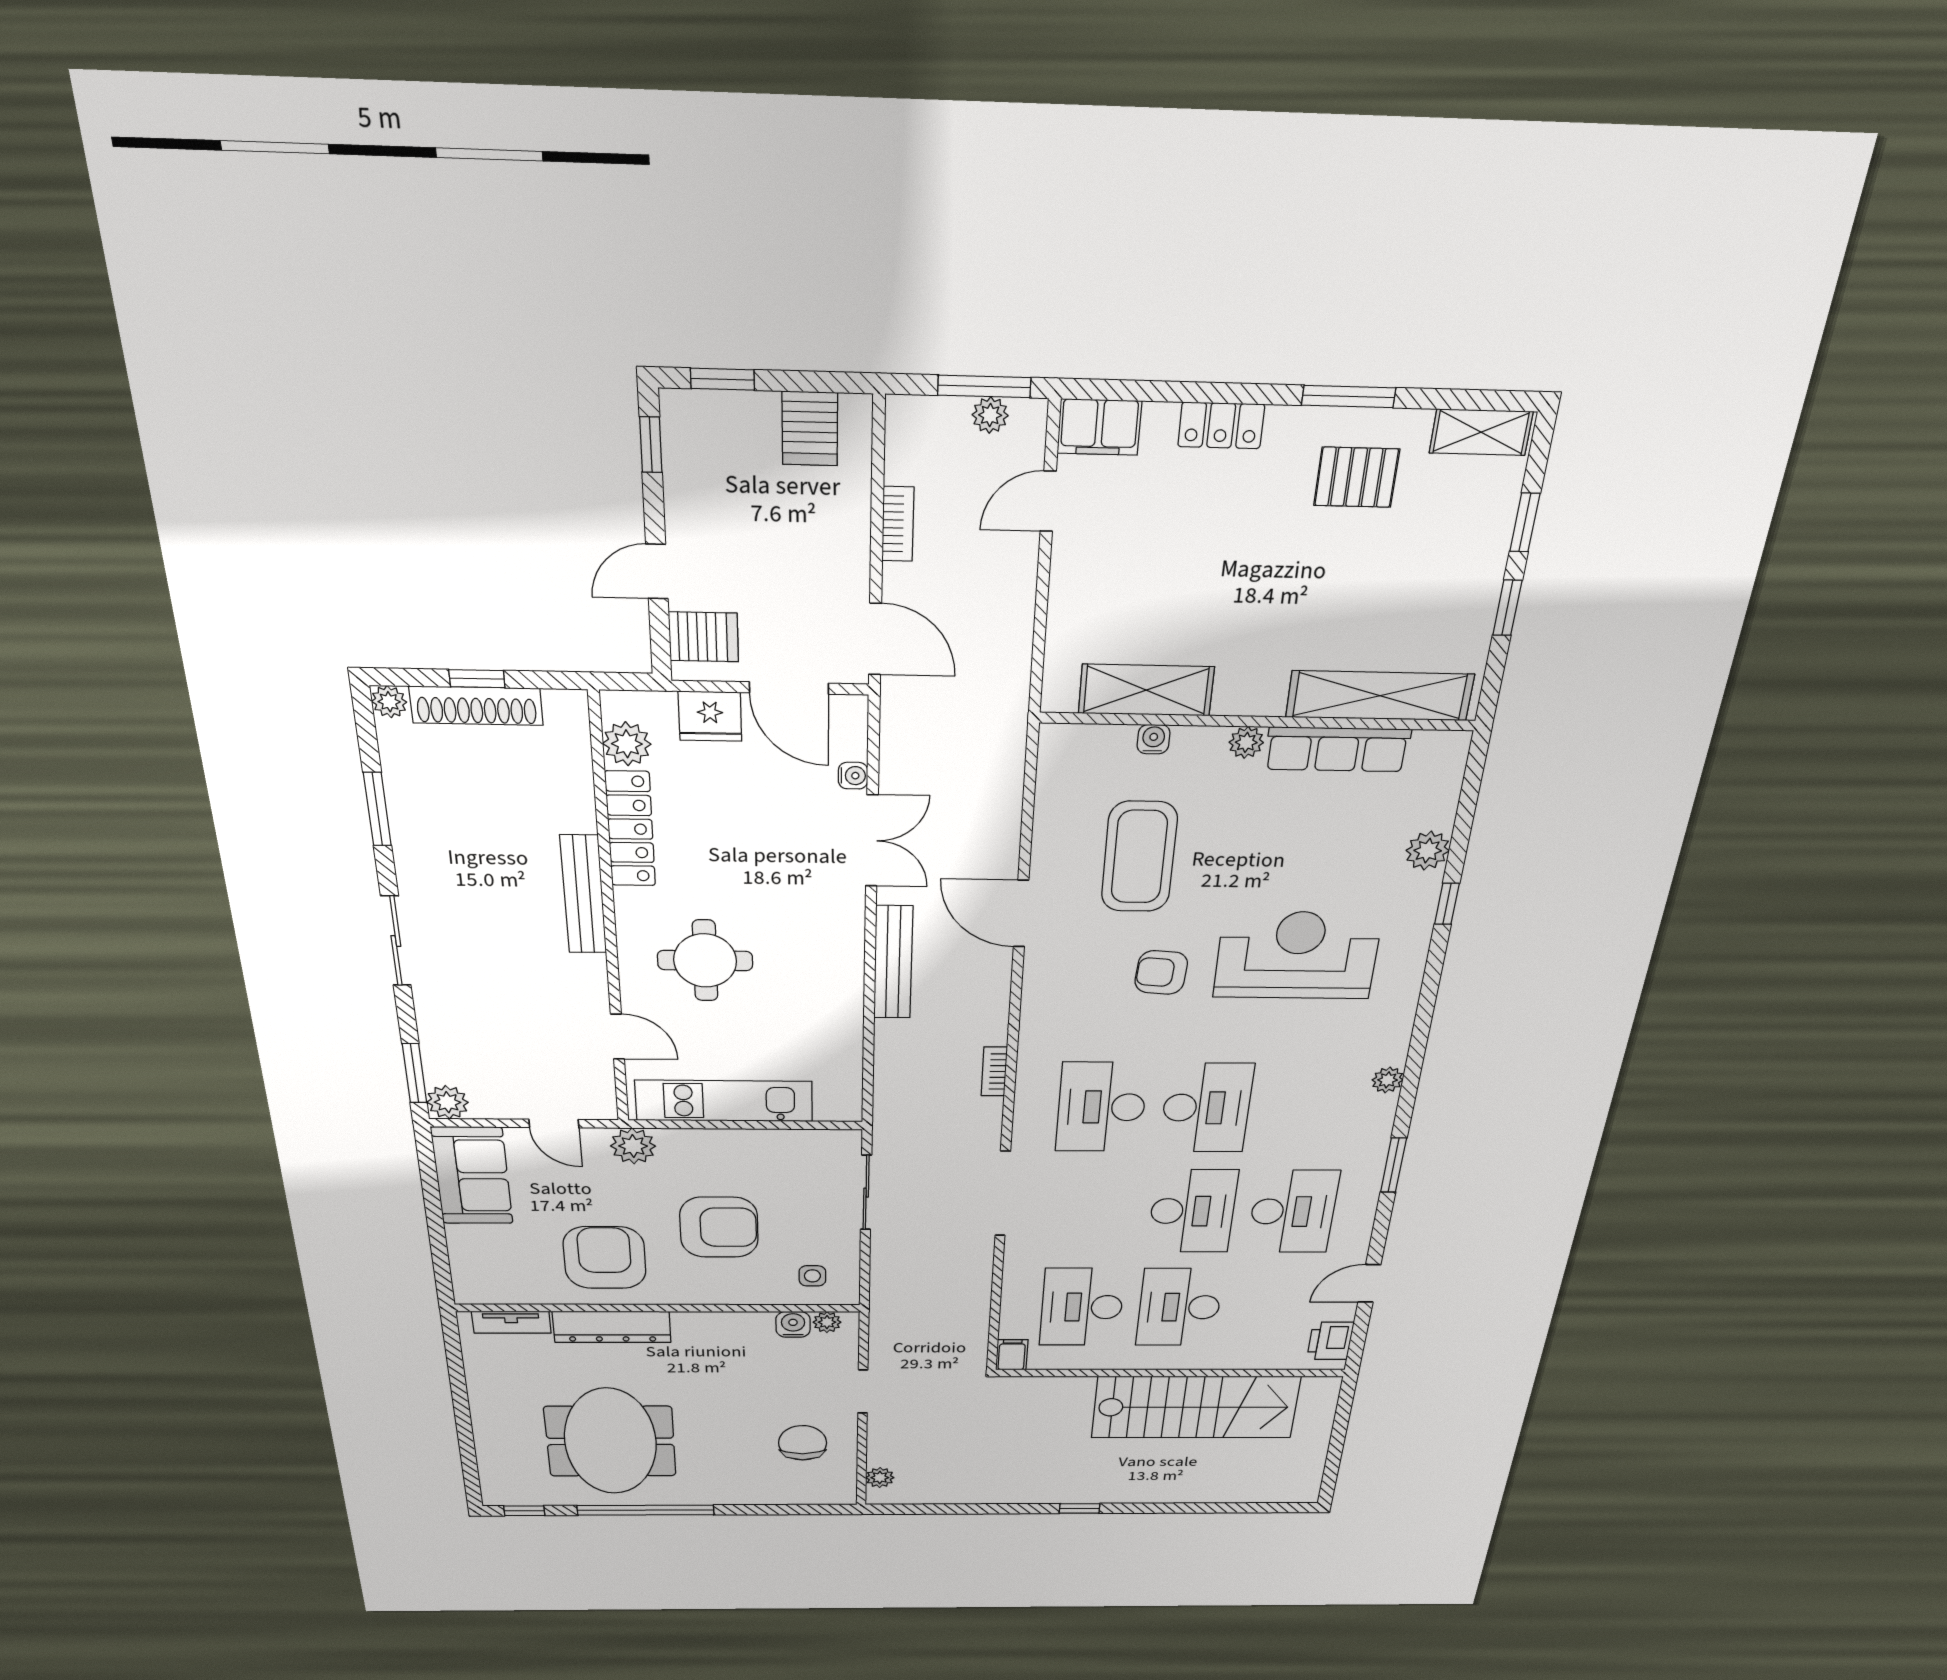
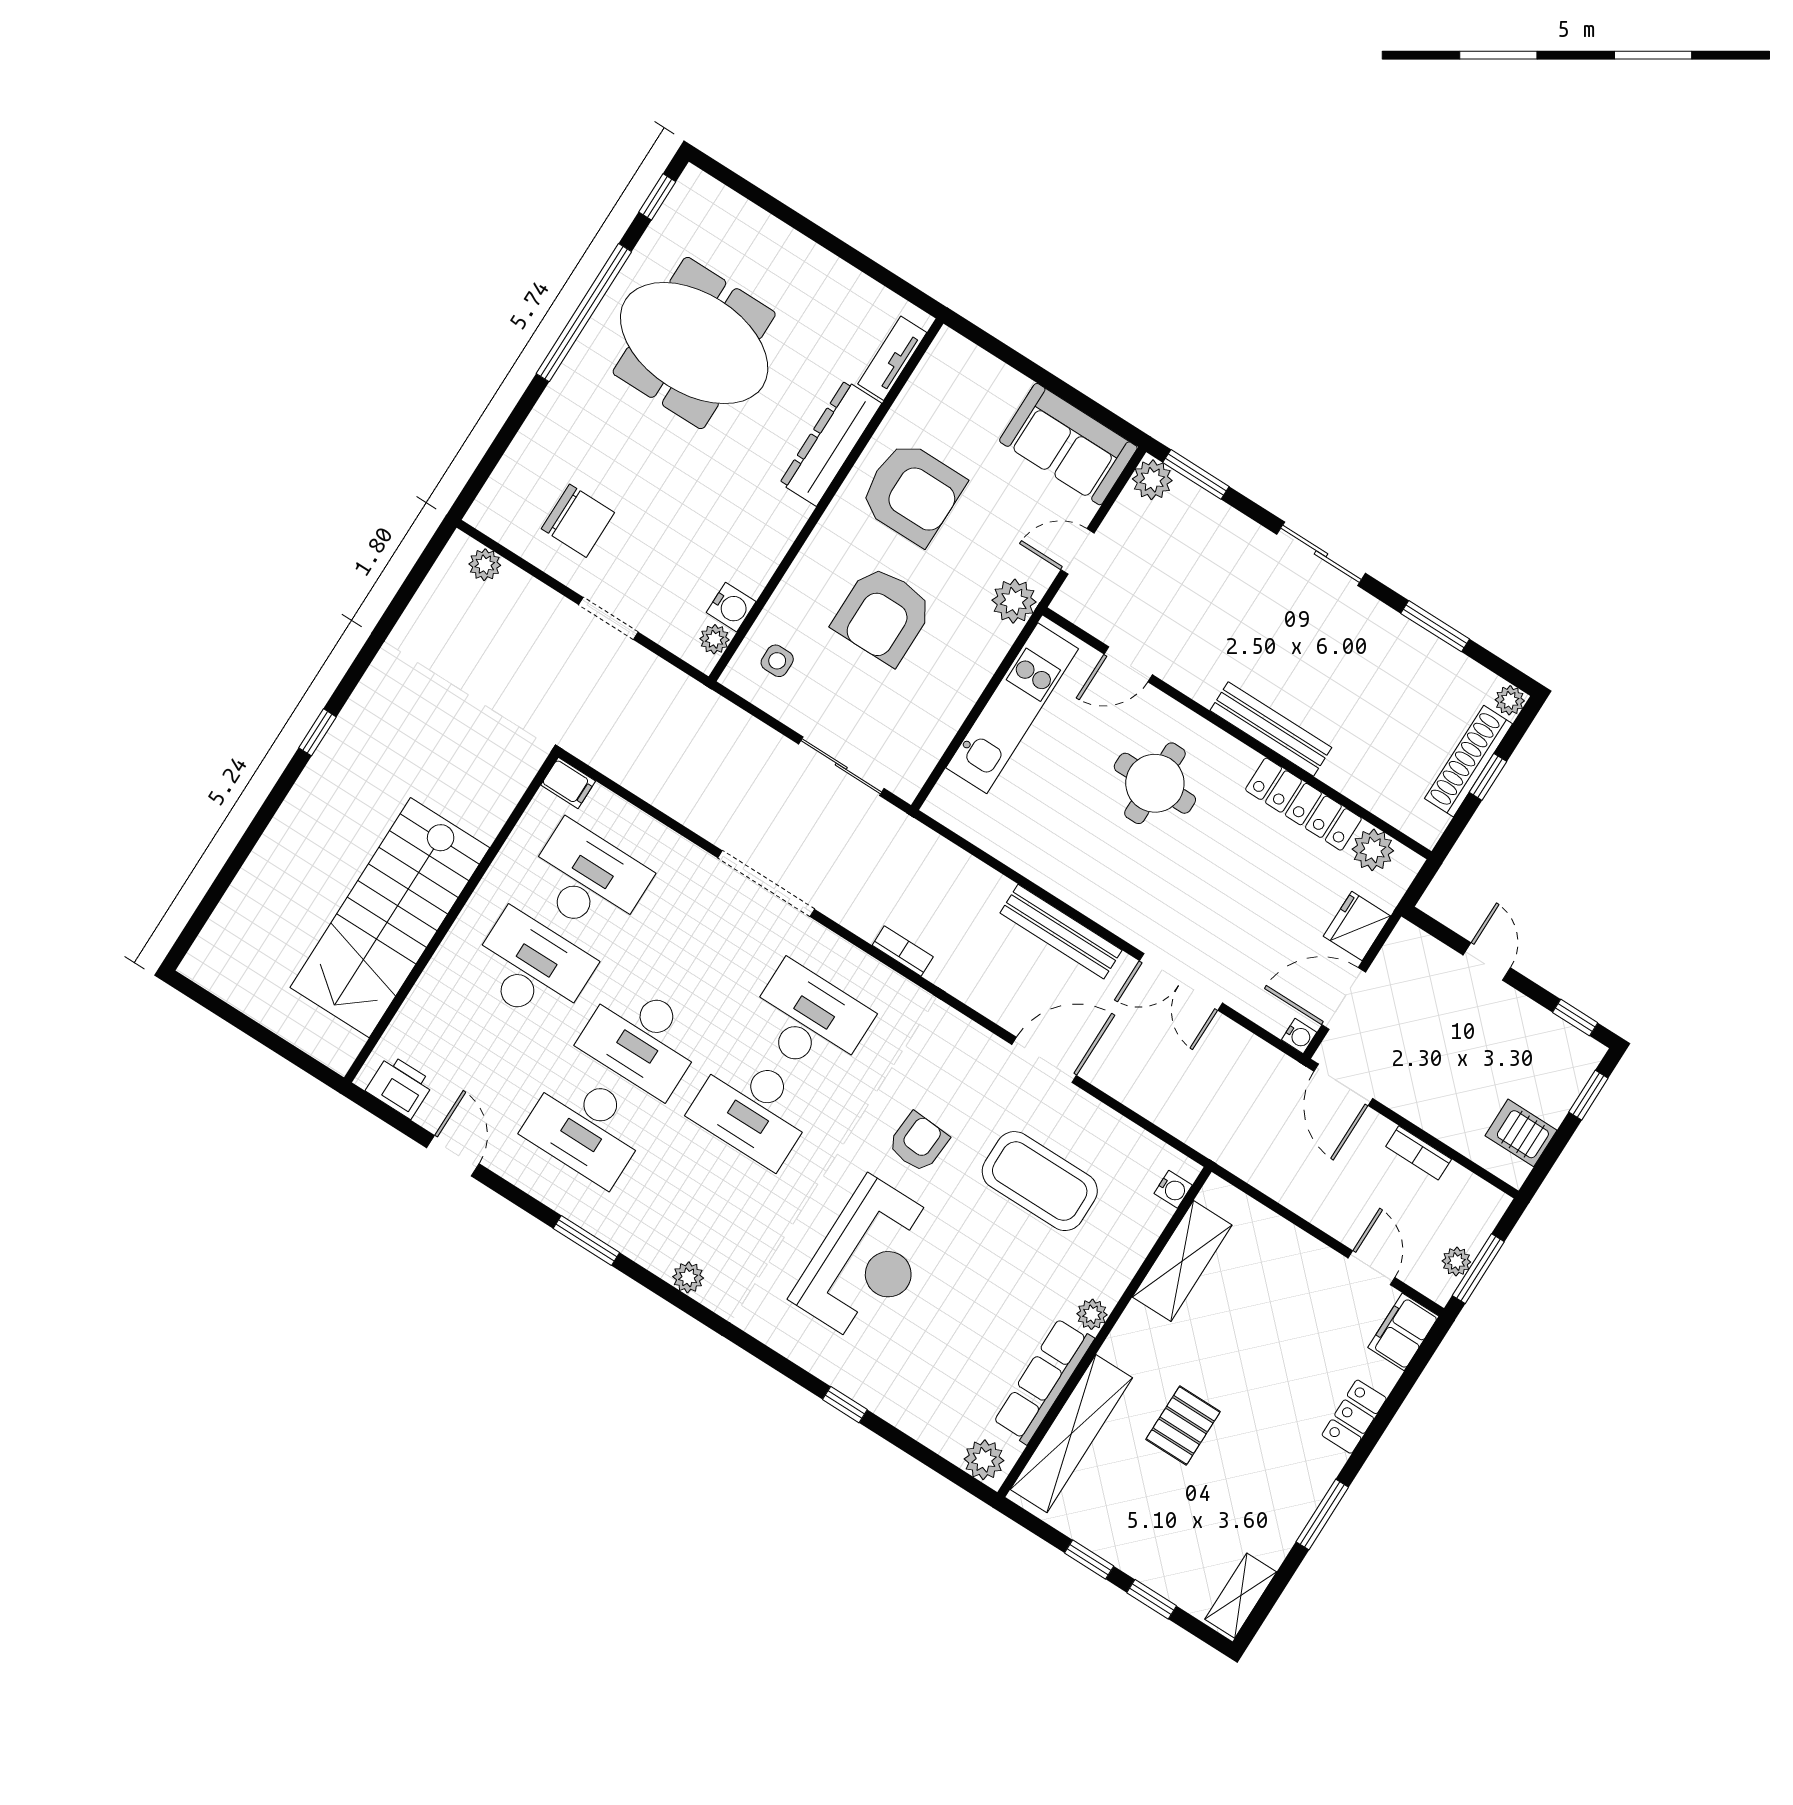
pallet: (1357, 477) -> (1183, 1425), moved
server rack: (704, 637) -> (1420, 962), removed
door: (875, 639) -> (1343, 1085), hinge flipped
water cooler: (1153, 739) -> (1173, 1189), moved
water cooler: (853, 776) -> (1299, 1036), moved, turned -90
plant: (1428, 851) -> (984, 1460), moved

